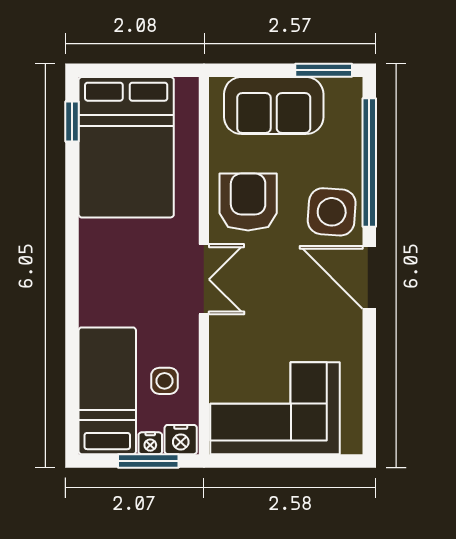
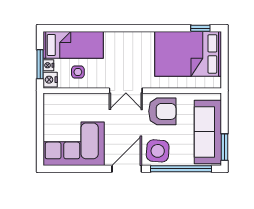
sofa: (274, 106) -> (208, 132), width x1.36
corner sofa: (275, 408) -> (74, 144), moved, turned -90

